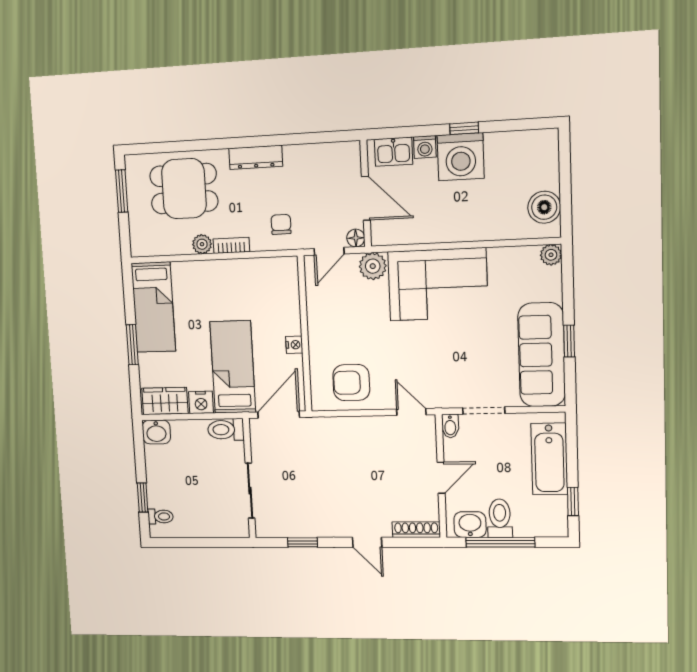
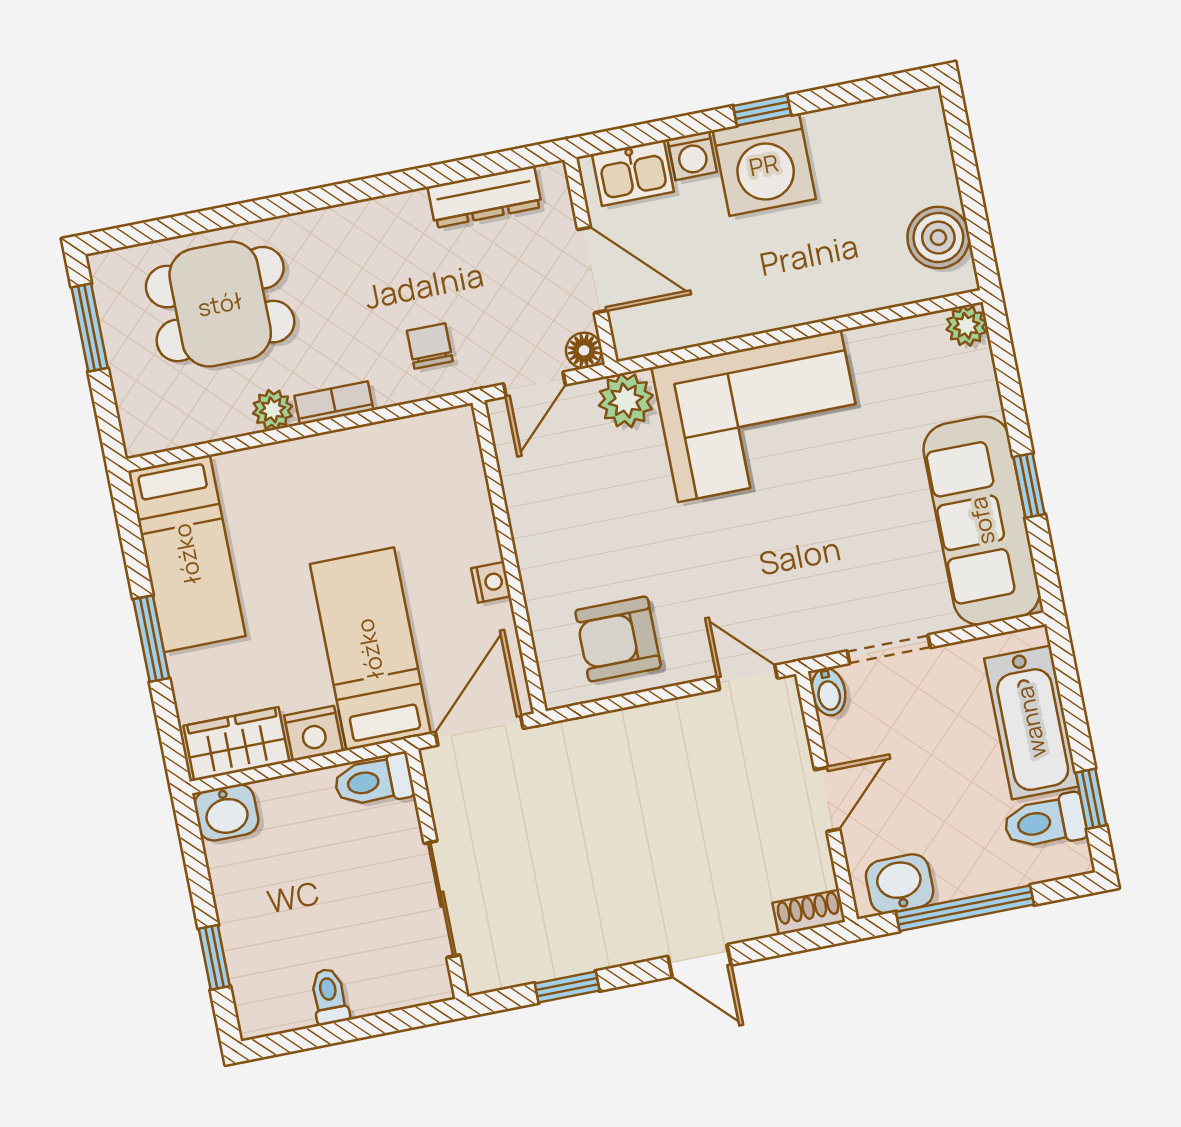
dresser: (256, 157) -> (485, 197), moved
toilet: (161, 516) -> (329, 996), moved, turned -90
toilet: (500, 518) -> (1045, 822), moved, turned -90
shoe rack: (416, 530) -> (809, 912), width x0.70

